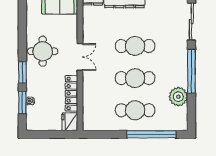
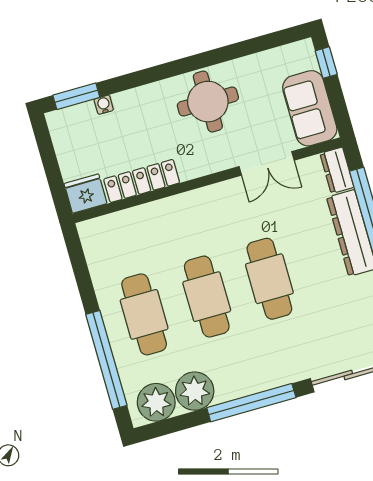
double door: (80, 57) -> (267, 163), moved
window: (22, 72) -> (155, 74), removed
window: (22, 103) -> (76, 96), moved
plant: (178, 116) -> (156, 402), added

